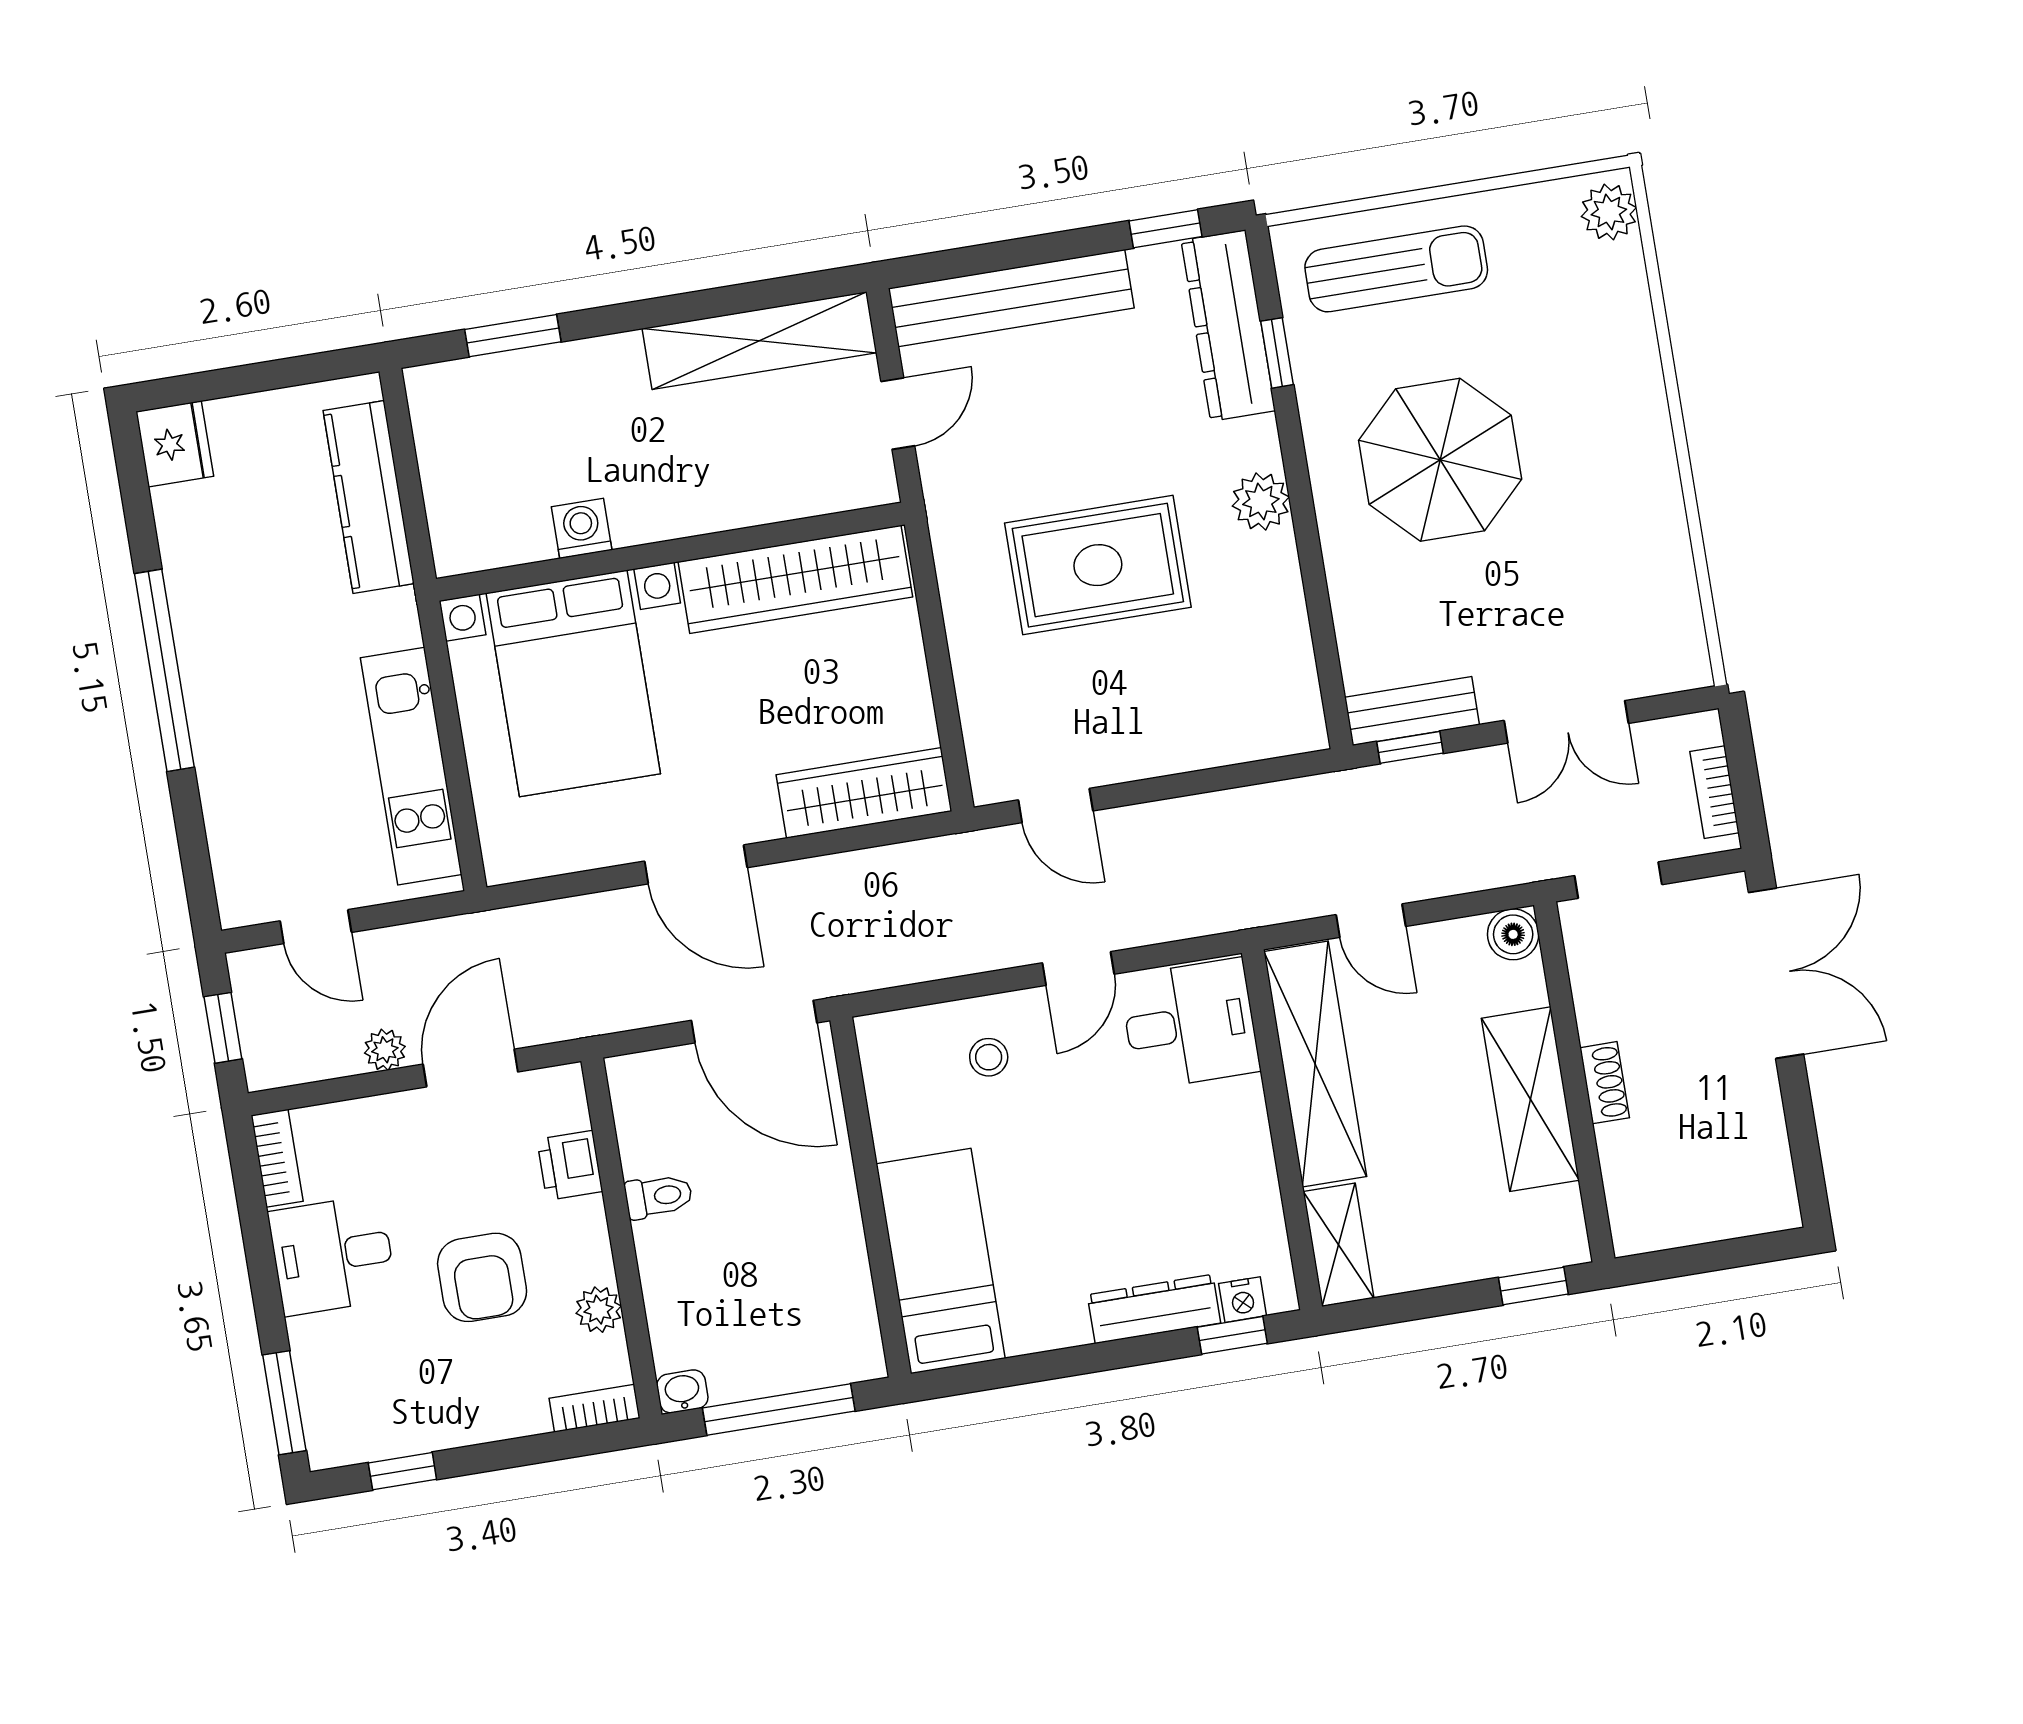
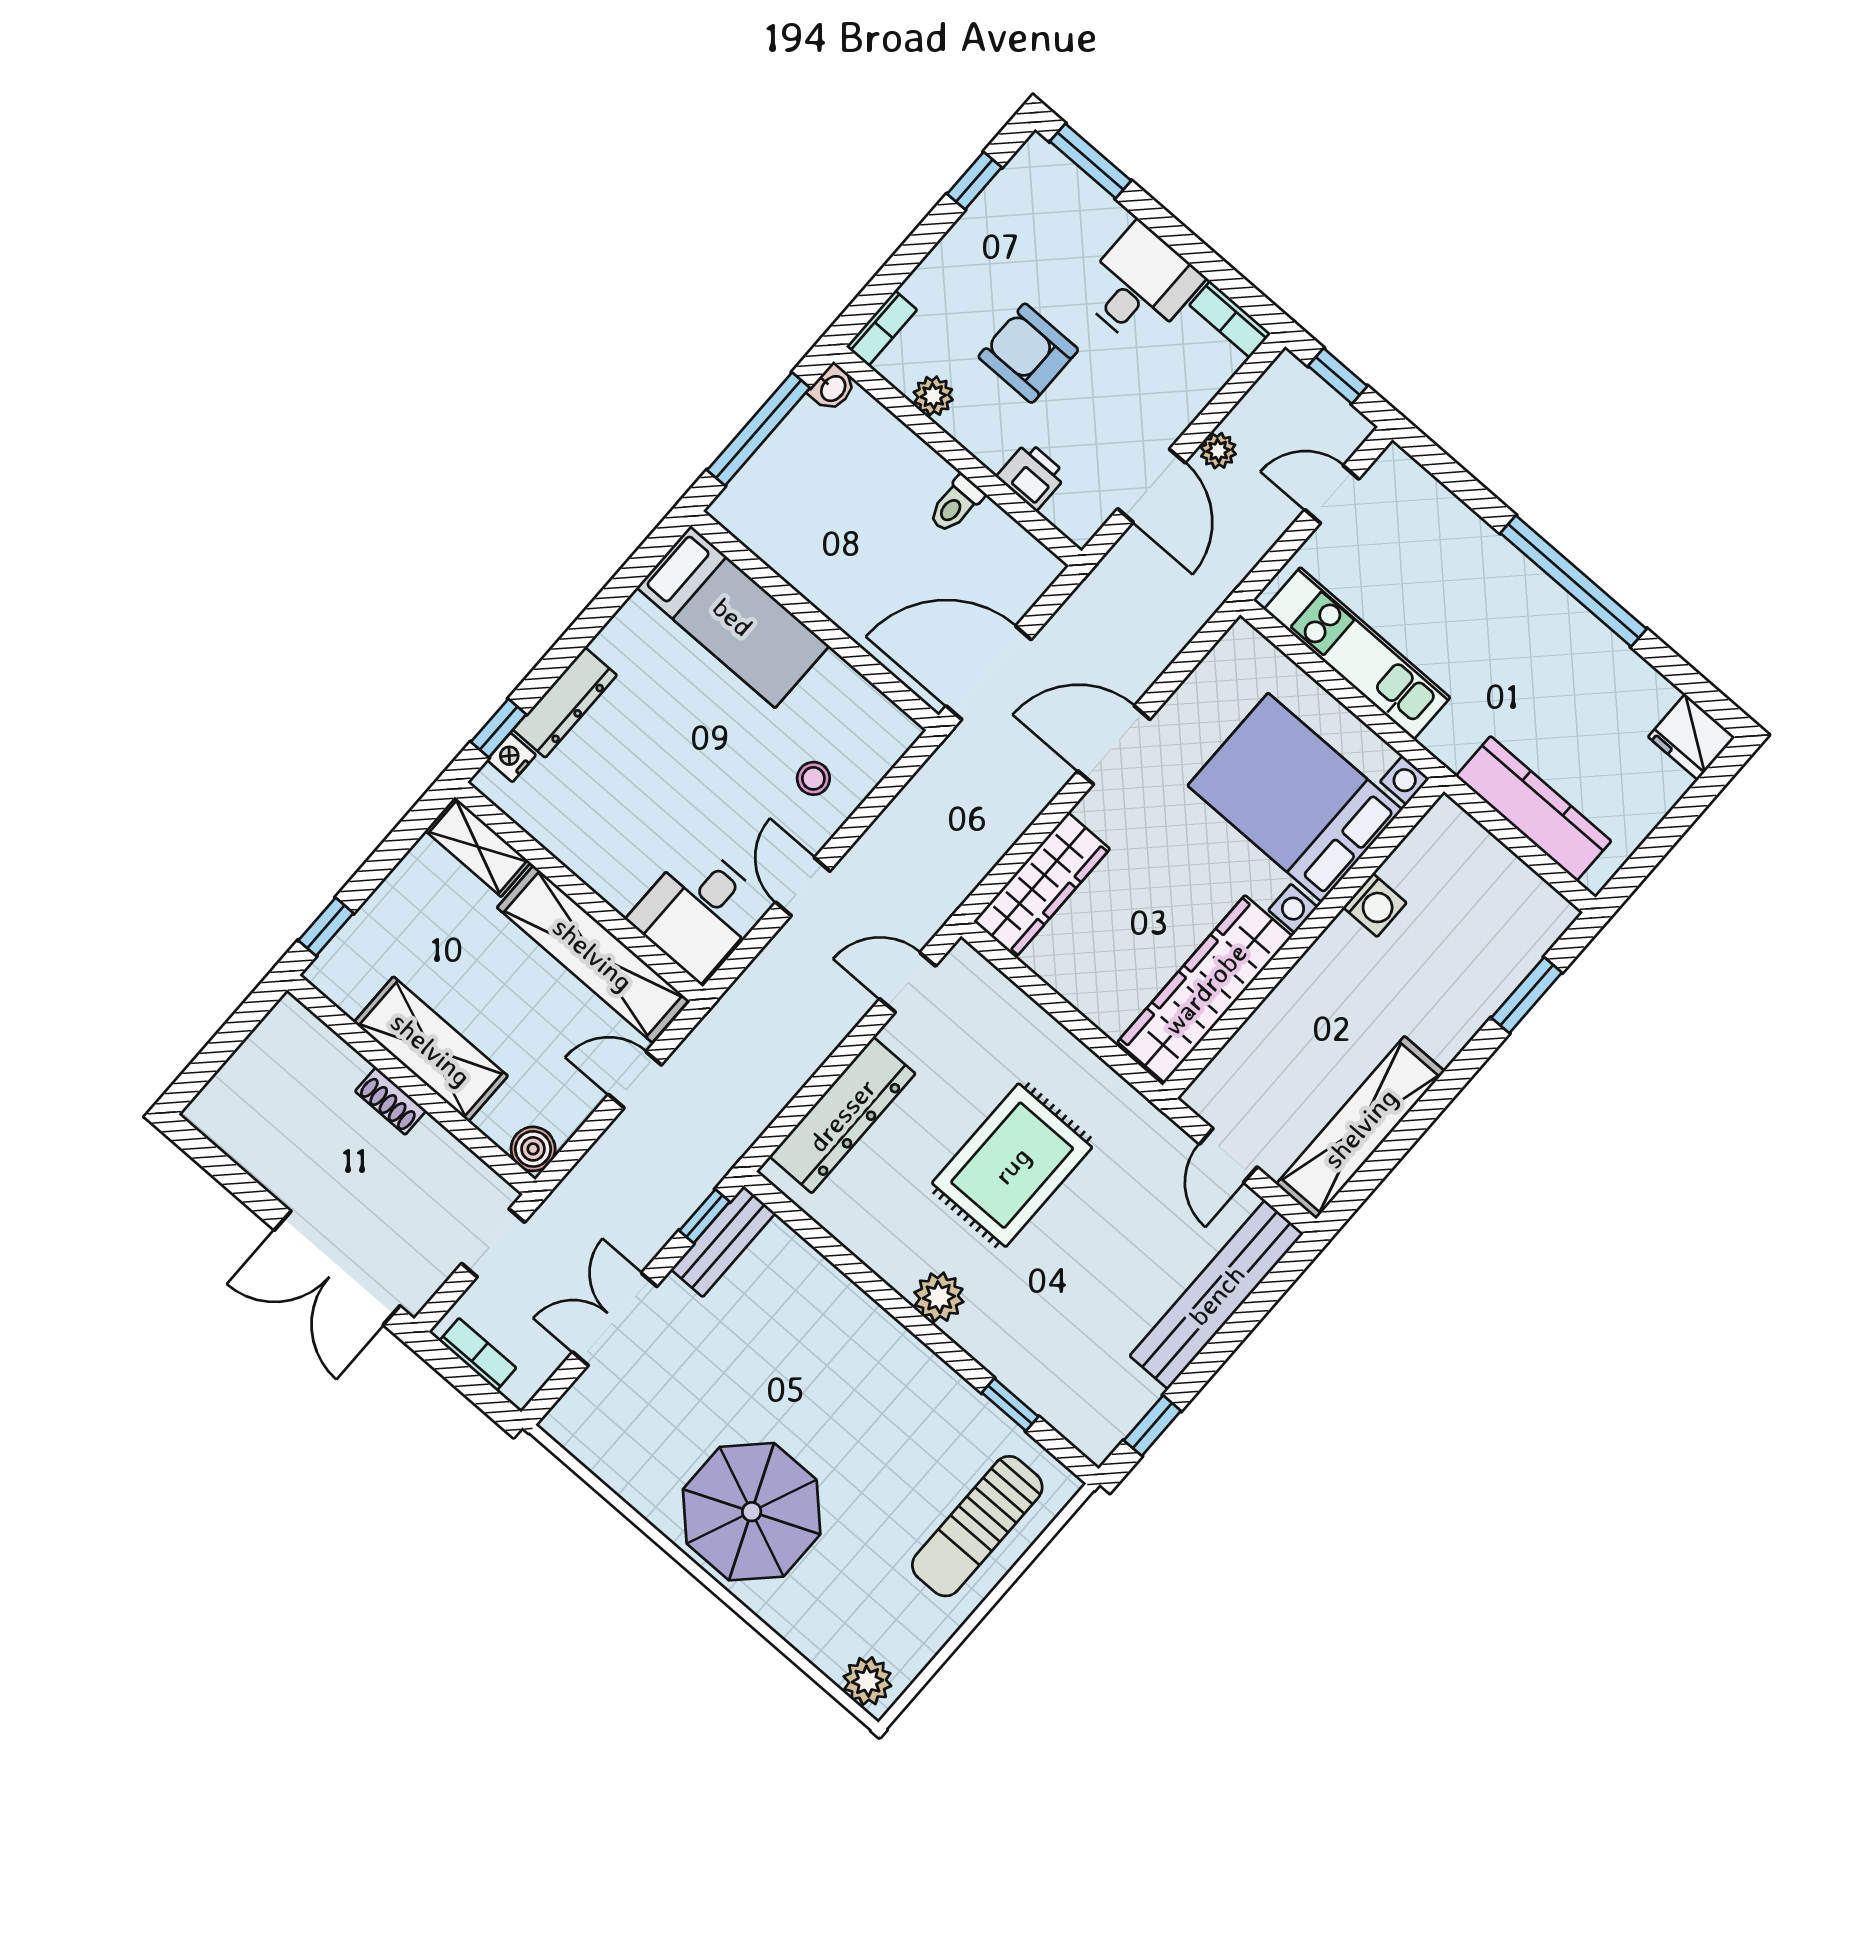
dresser: (1228, 326) -> (842, 1115), moved, turned 90
parasol: (1440, 460) -> (752, 1512), moved

